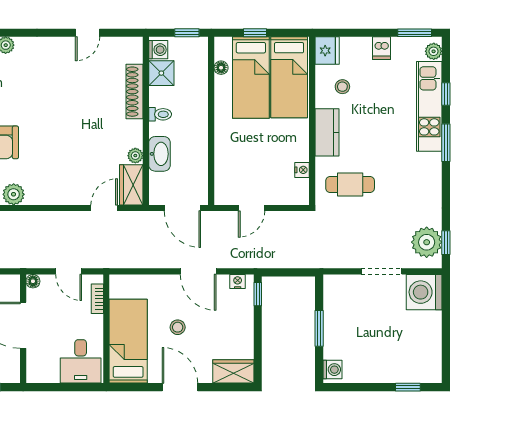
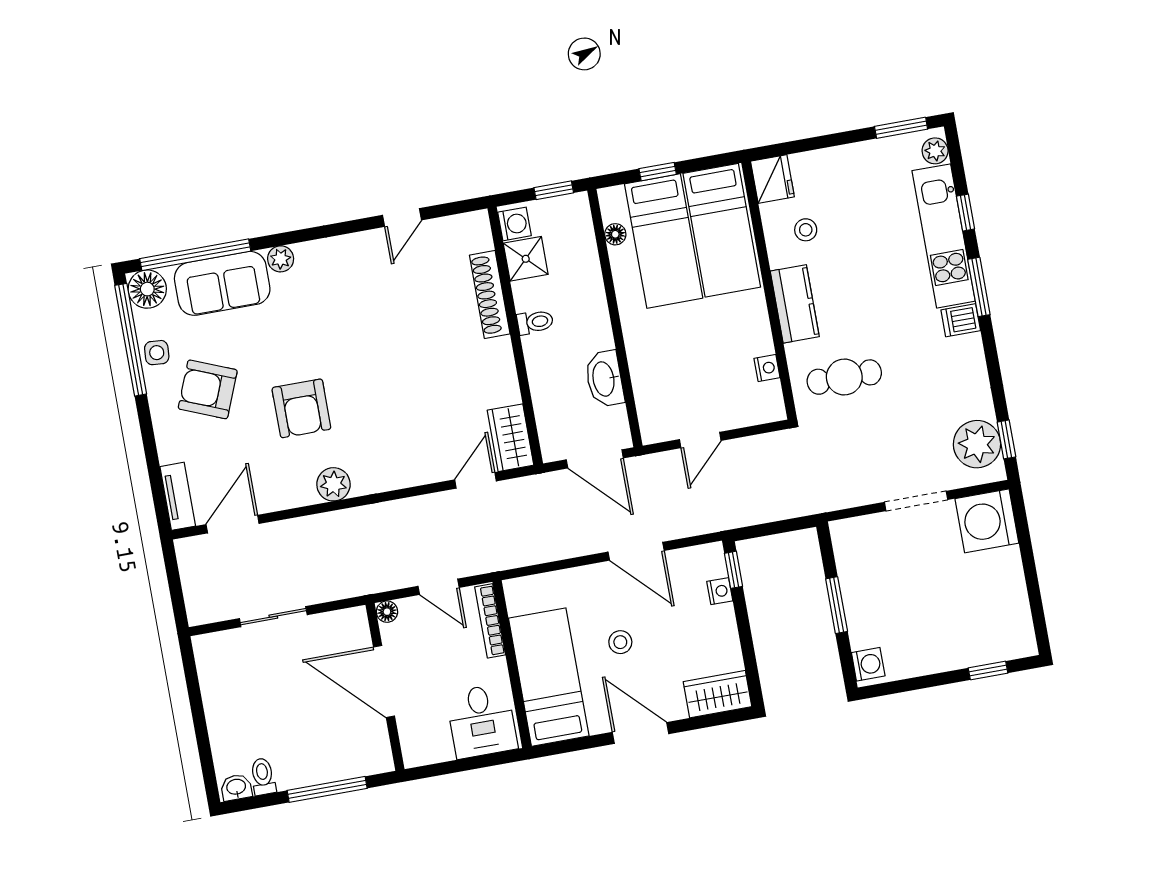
dishwasher: (381, 48) -> (961, 320), moved, turned 90
washbasin: (159, 154) -> (604, 379), moved, turned 180
plant: (135, 156) -> (509, 392), removed
nightstand: (238, 282) -> (720, 591), moved, turned 90
bookcase: (97, 299) -> (490, 621), width x1.56

